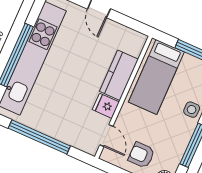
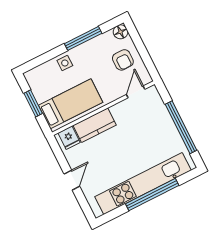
fridge: (106, 106) -> (69, 138), moved

